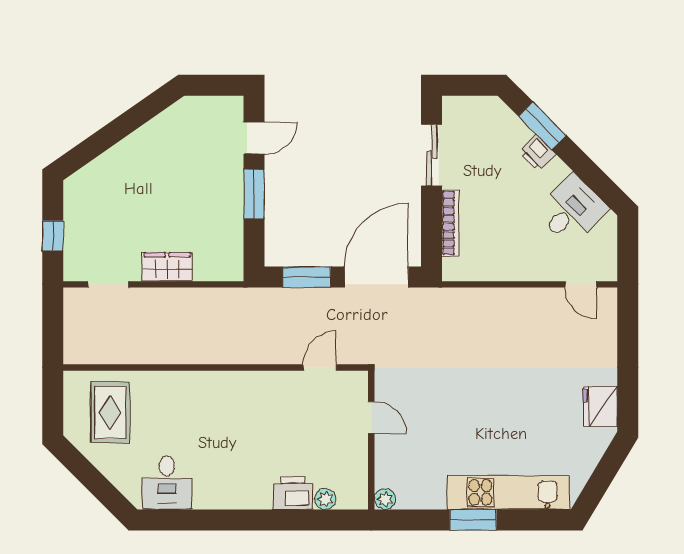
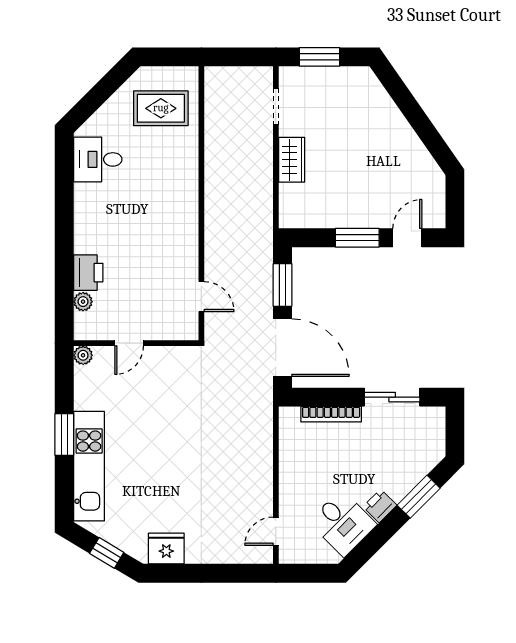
door: (254, 138) -> (407, 238), swing flipped
printer: (537, 153) -> (380, 506), moved
window: (53, 236) -> (319, 57), width x1.50
door: (371, 418) -> (129, 343), moved
window: (605, 473) -> (107, 553), added

